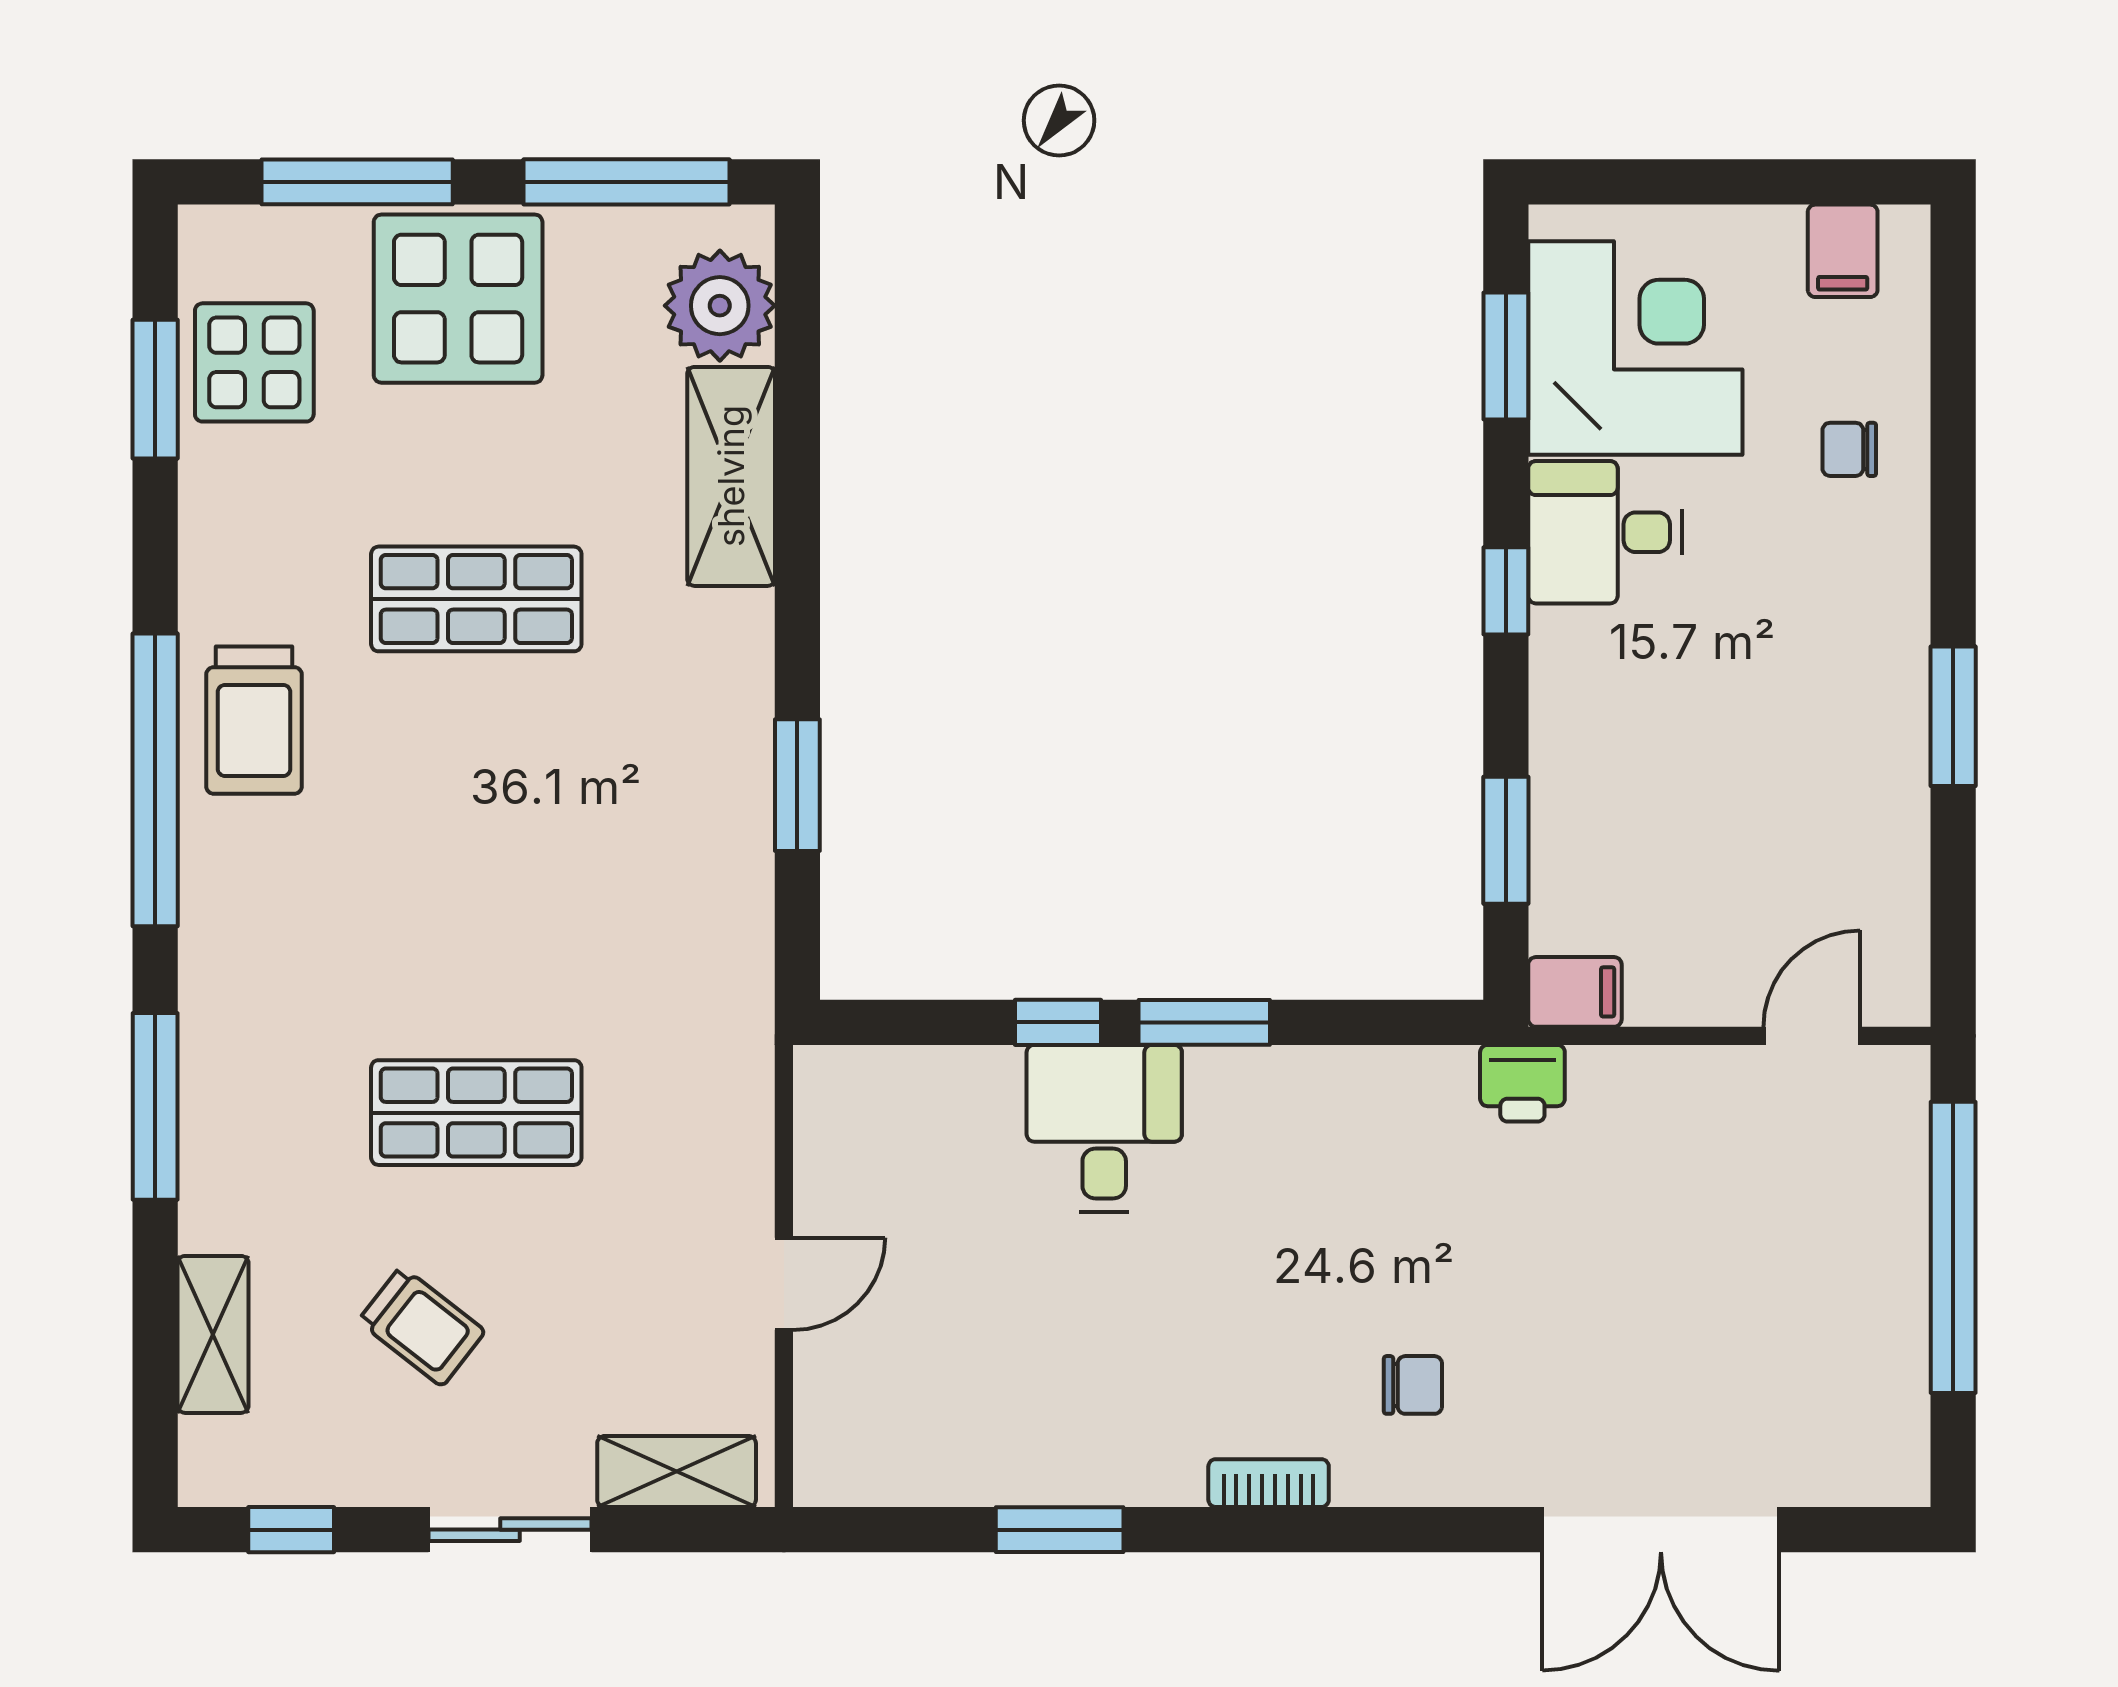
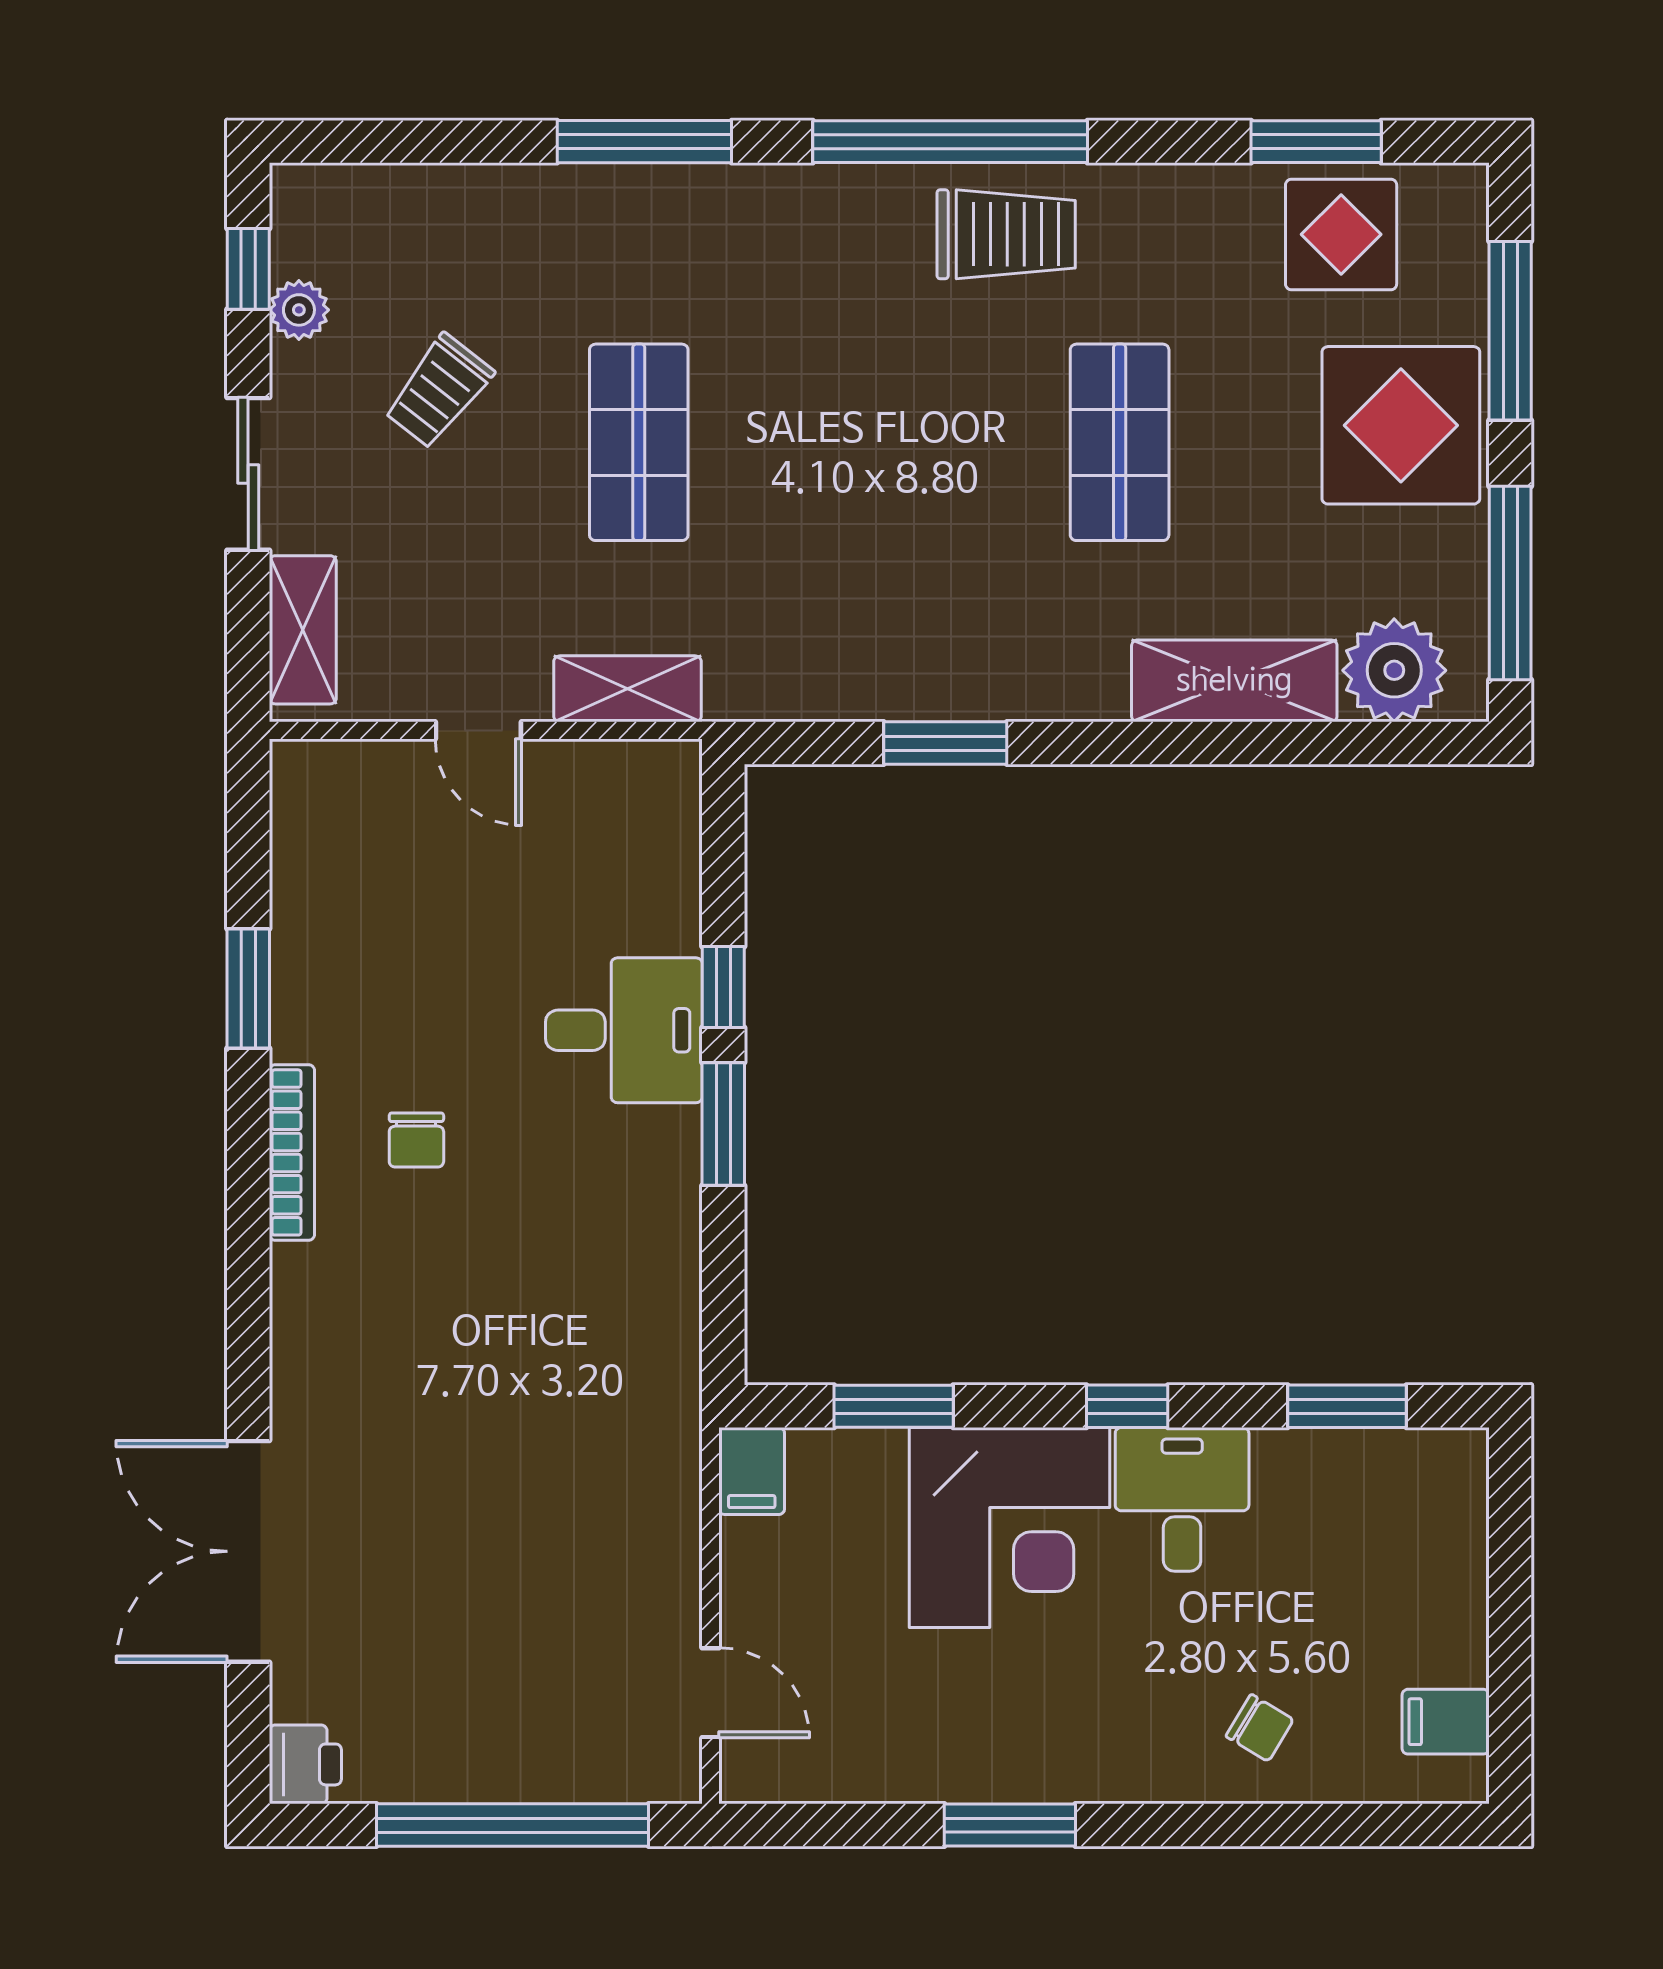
corner desk: (1635, 348) -> (1010, 1528), moved
chair: (1849, 449) -> (1260, 1728), turned 121
trolley: (254, 720) -> (1006, 234), turned 180
printer: (1522, 1083) -> (305, 1764), moved, turned 180
shelving: (213, 1334) -> (628, 689), moved
chair: (1413, 1385) -> (416, 1140), moved
plant: (335, 1476) -> (299, 310), added
bookcase: (1269, 1483) -> (292, 1152), width x1.56

